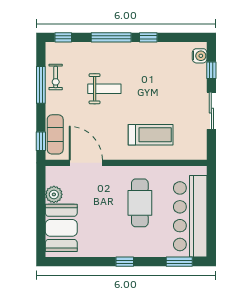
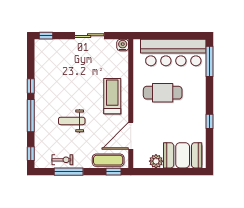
water cooler: (200, 56) -> (123, 45), moved
window: (211, 70) -> (46, 36), moved
weight bench: (104, 89) -> (72, 121), turned -90
treadmill: (151, 135) -> (112, 96), moved
window: (125, 262) -> (210, 121), moved
window: (179, 262) -> (210, 61), width x1.44

